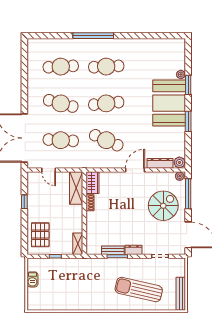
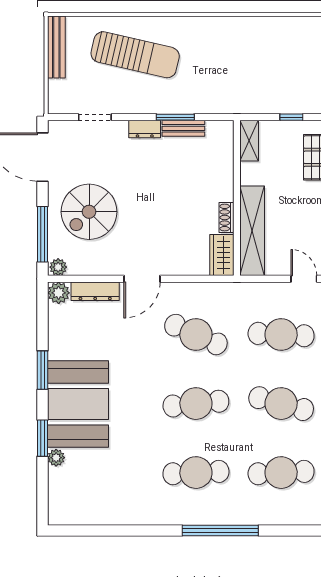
shelving: (76, 188) -> (252, 231), width x1.47

